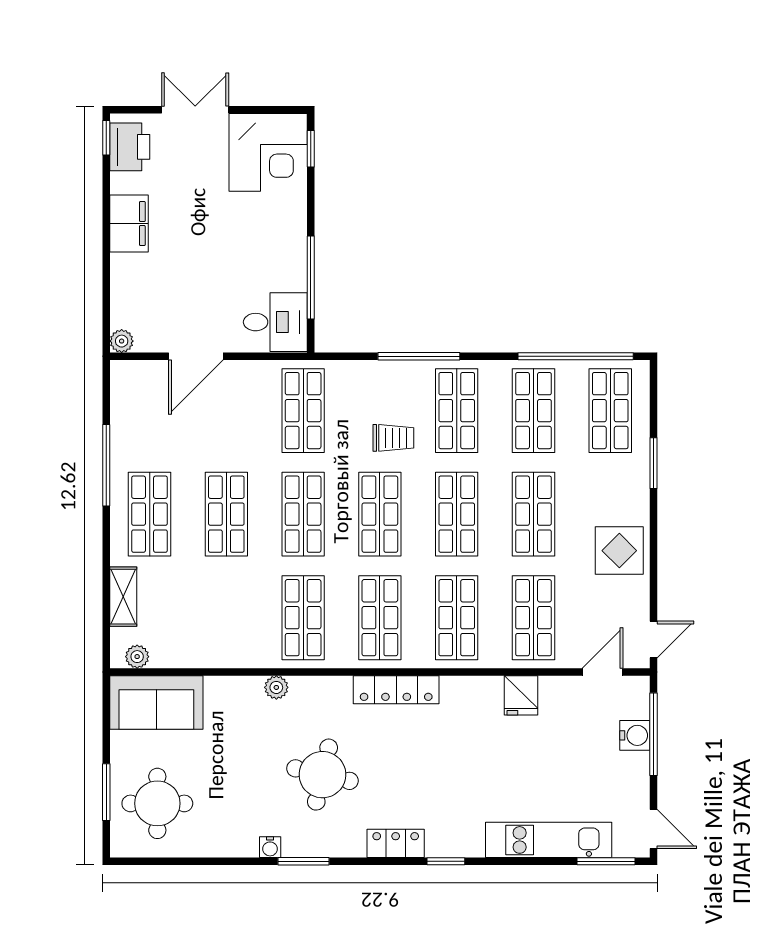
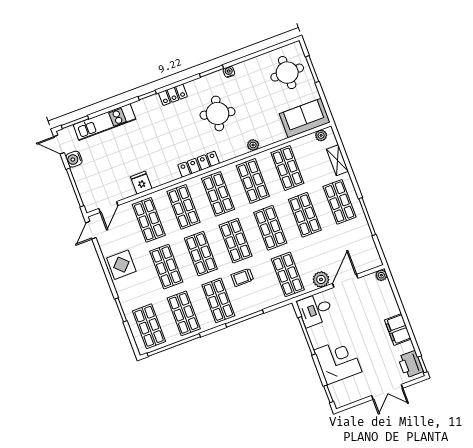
corner desk: (268, 152) -> (338, 361), moved, turned 90
plant: (242, 377) -> (321, 279), added
shop shelf: (226, 618) -> (287, 168), added
water cooler: (635, 735) -> (74, 159), moved

